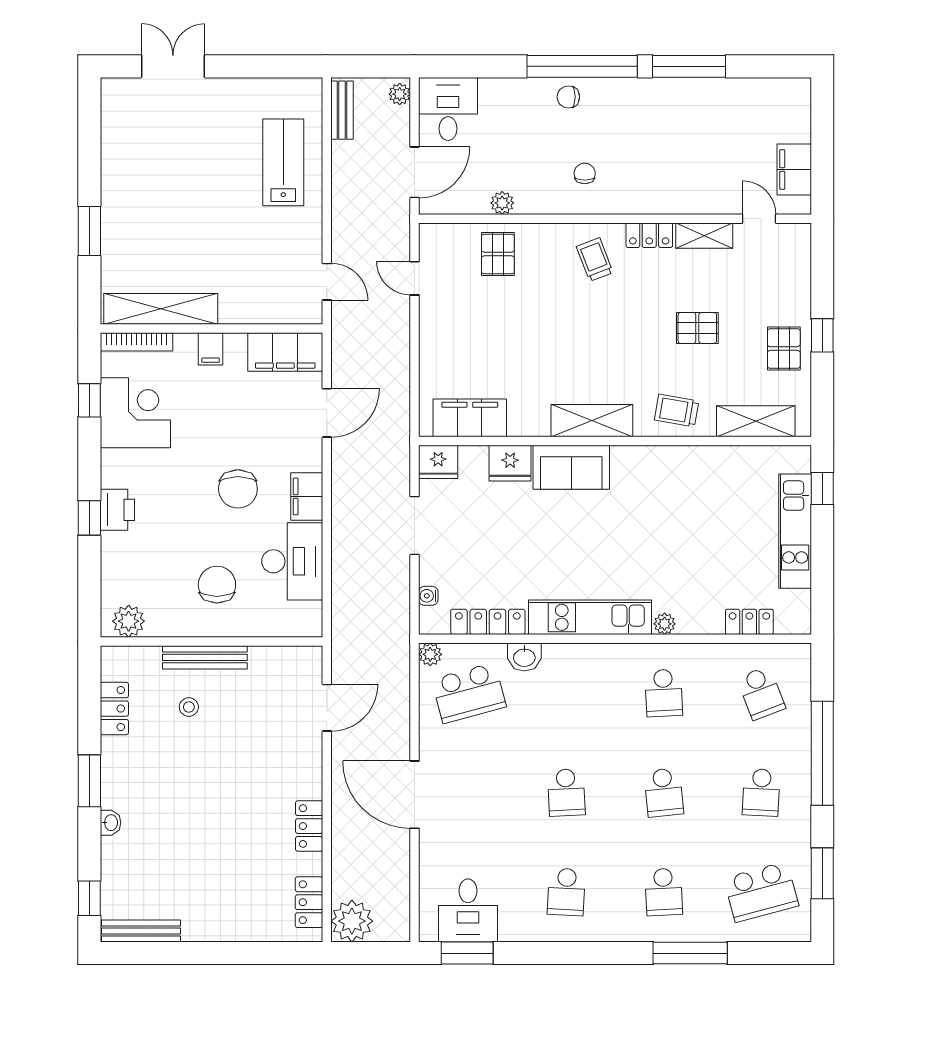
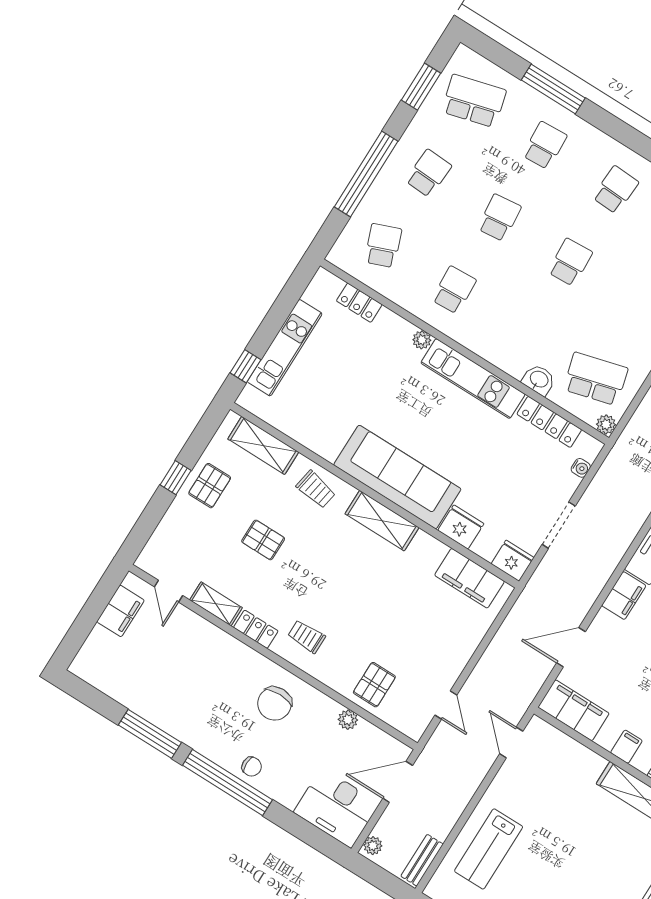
desk: (448, 109) -> (336, 808), width x1.37
chair: (585, 173) -> (275, 704), width x1.87, depth x1.87
trolley: (595, 259) -> (306, 637), turned 111
sofa: (571, 467) -> (397, 477), width x1.85, depth x1.27

